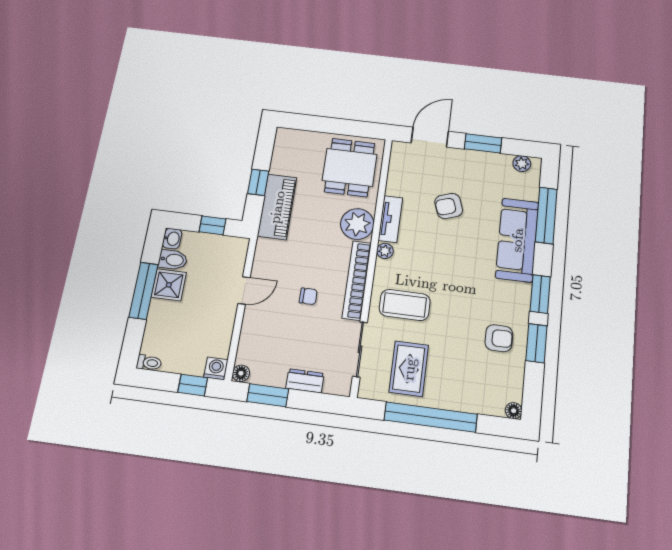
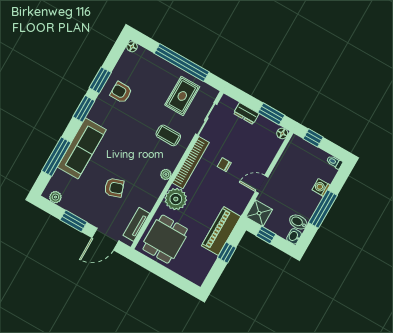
tv unit: (390, 219) -> (136, 224), moved
shower: (169, 285) -> (259, 213), moved
coffee table: (405, 305) -> (168, 135), width x0.73, depth x0.77
washing machine: (216, 368) -> (321, 187), moved, turned 90

